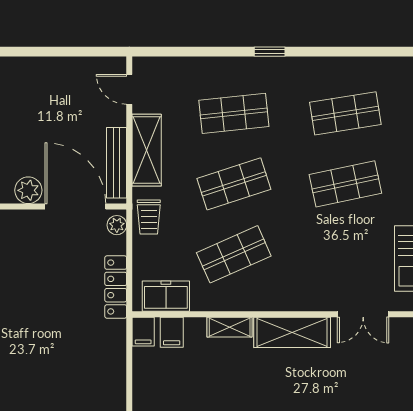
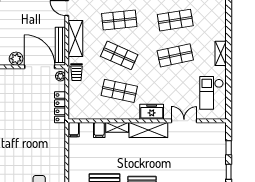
shop shelf: (234, 184) -> (119, 55), turned 42
shop shelf: (234, 254) -> (119, 91), turned 36
freezer: (166, 296) -> (152, 112), moved
double door: (363, 314) -> (184, 121), swing flipped
filing cabinet: (172, 332) -> (99, 130), moved

